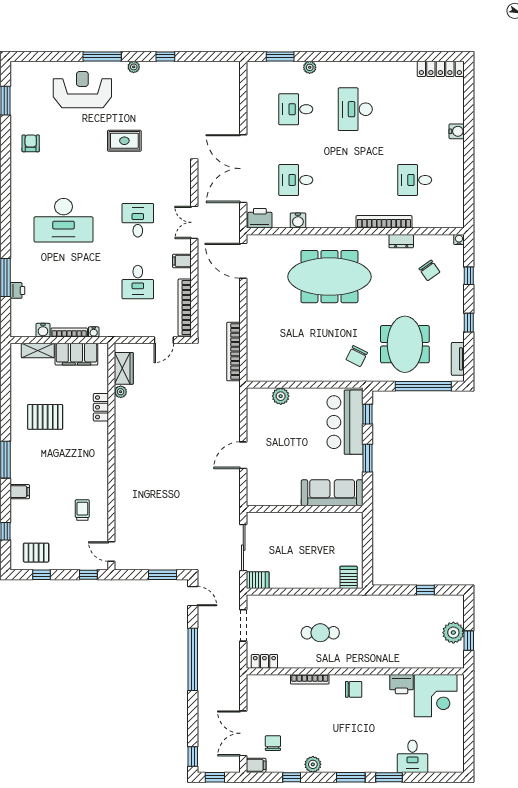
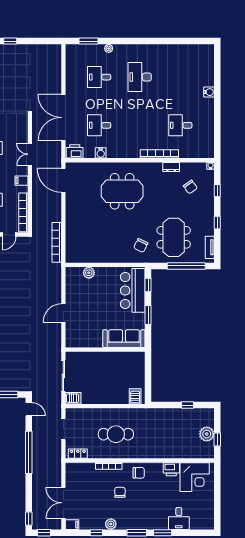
locker: (440, 69) -> (198, 50), removed
meeting table: (329, 277) -> (122, 191), width x0.73
cafe table: (320, 633) -> (116, 434), width x1.37, depth x1.35
chair: (273, 743) -> (120, 492), moved

